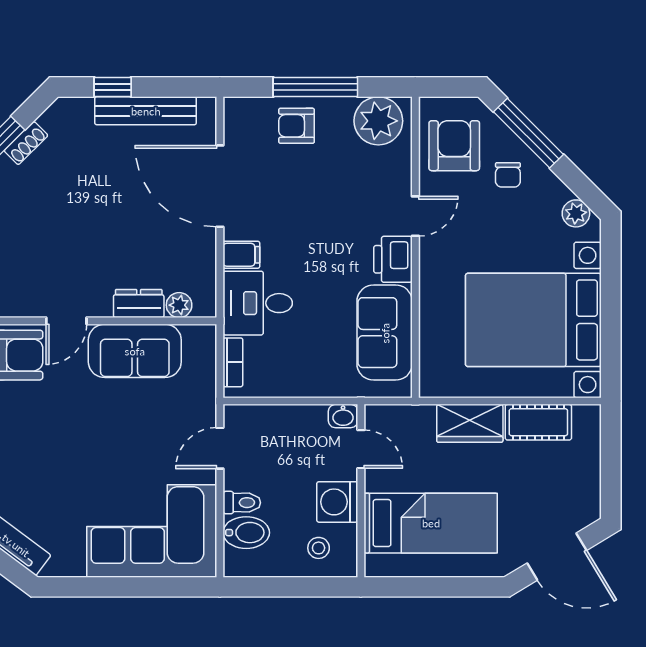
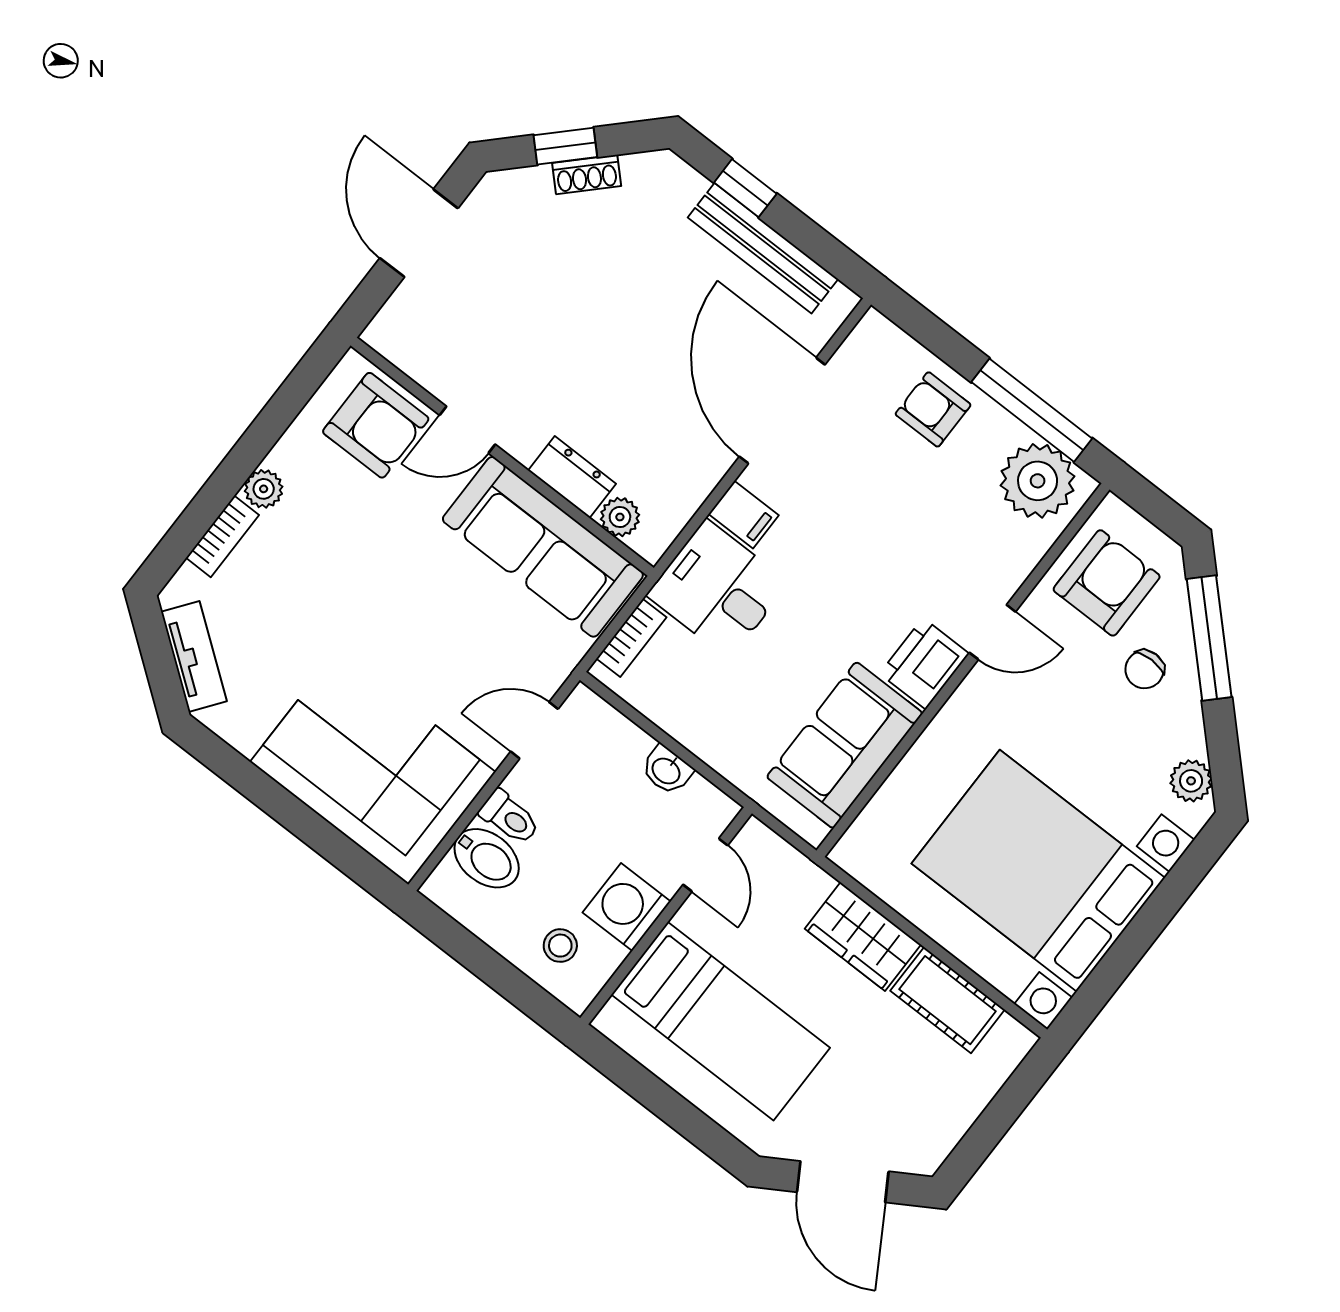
window: (315, 87) -> (1032, 410), moved
sofa: (135, 351) -> (543, 547), width x1.36
washbasin: (343, 416) -> (667, 770), moved

